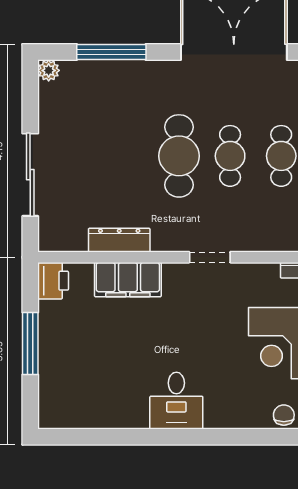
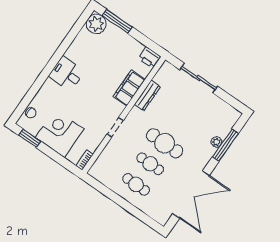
plant: (49, 70) -> (217, 142), moved
window: (30, 344) -> (117, 21), moved
plant: (59, 409) -> (96, 24), added

